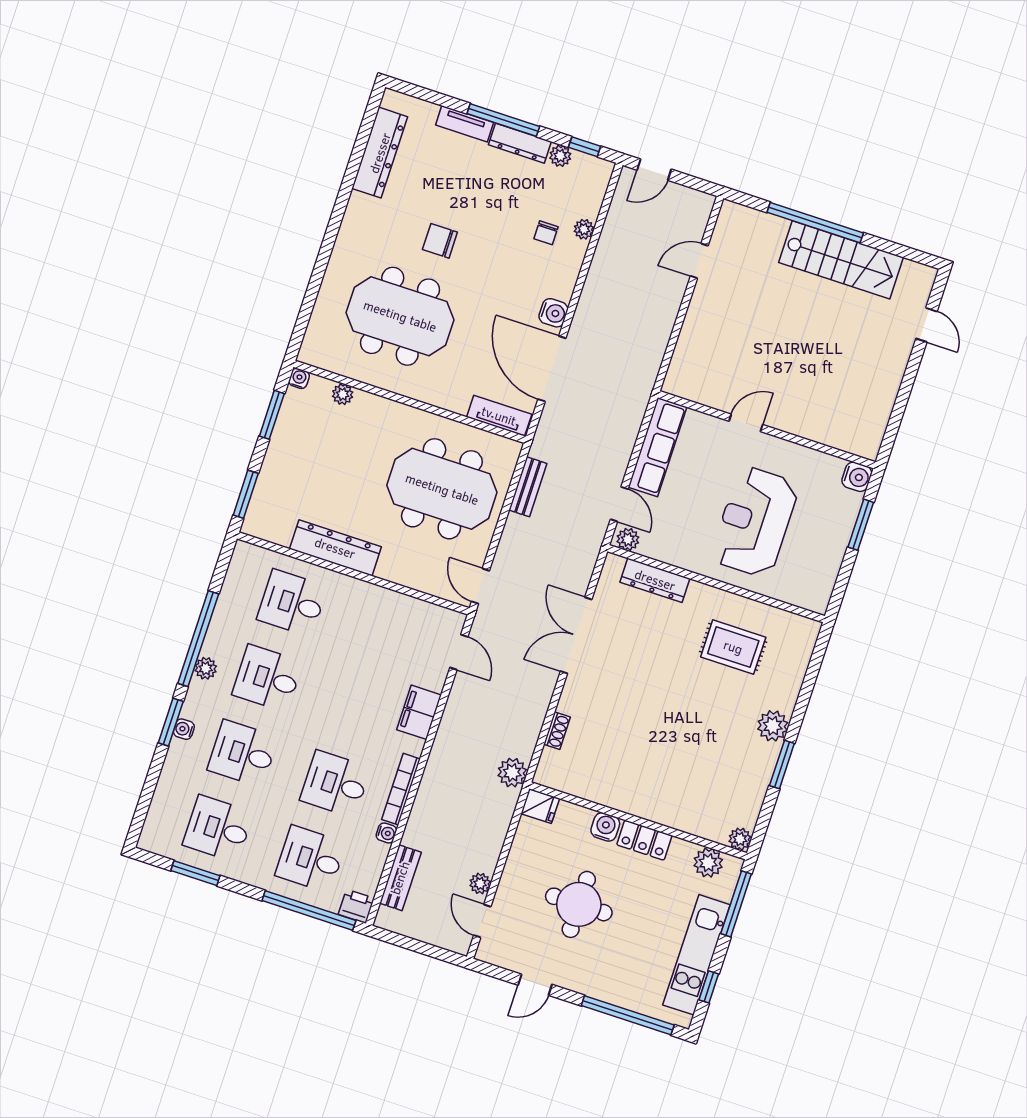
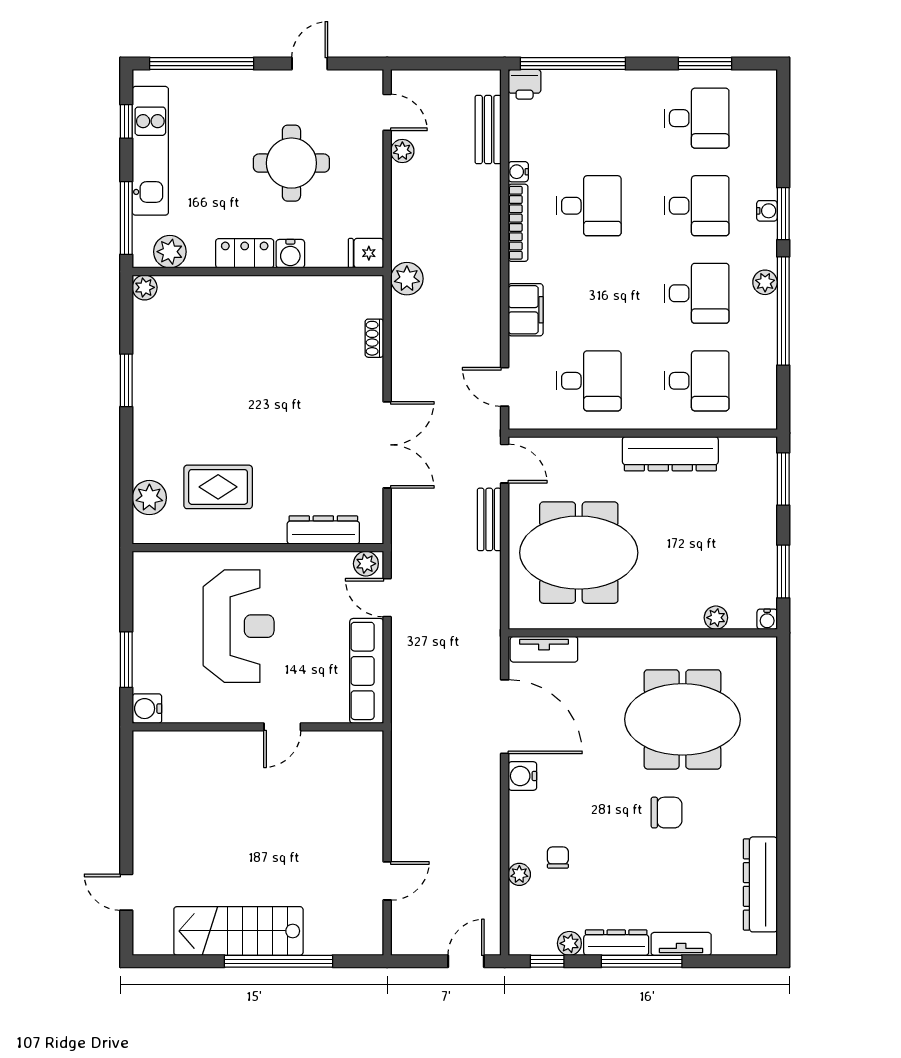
bench: (528, 487) -> (489, 519), moved
plant: (773, 726) -> (149, 498), moved
desk: (311, 859) -> (589, 381), moved

